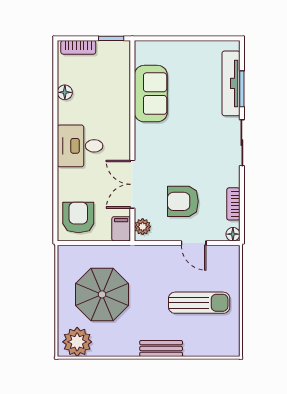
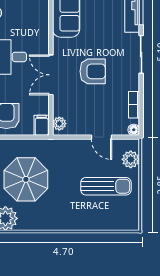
double door: (132, 184) -> (51, 75), moved
armchair: (183, 201) -> (93, 71), moved, turned 180
plant: (229, 270) -> (131, 159), added
bench: (161, 349) -> (75, 224), removed

